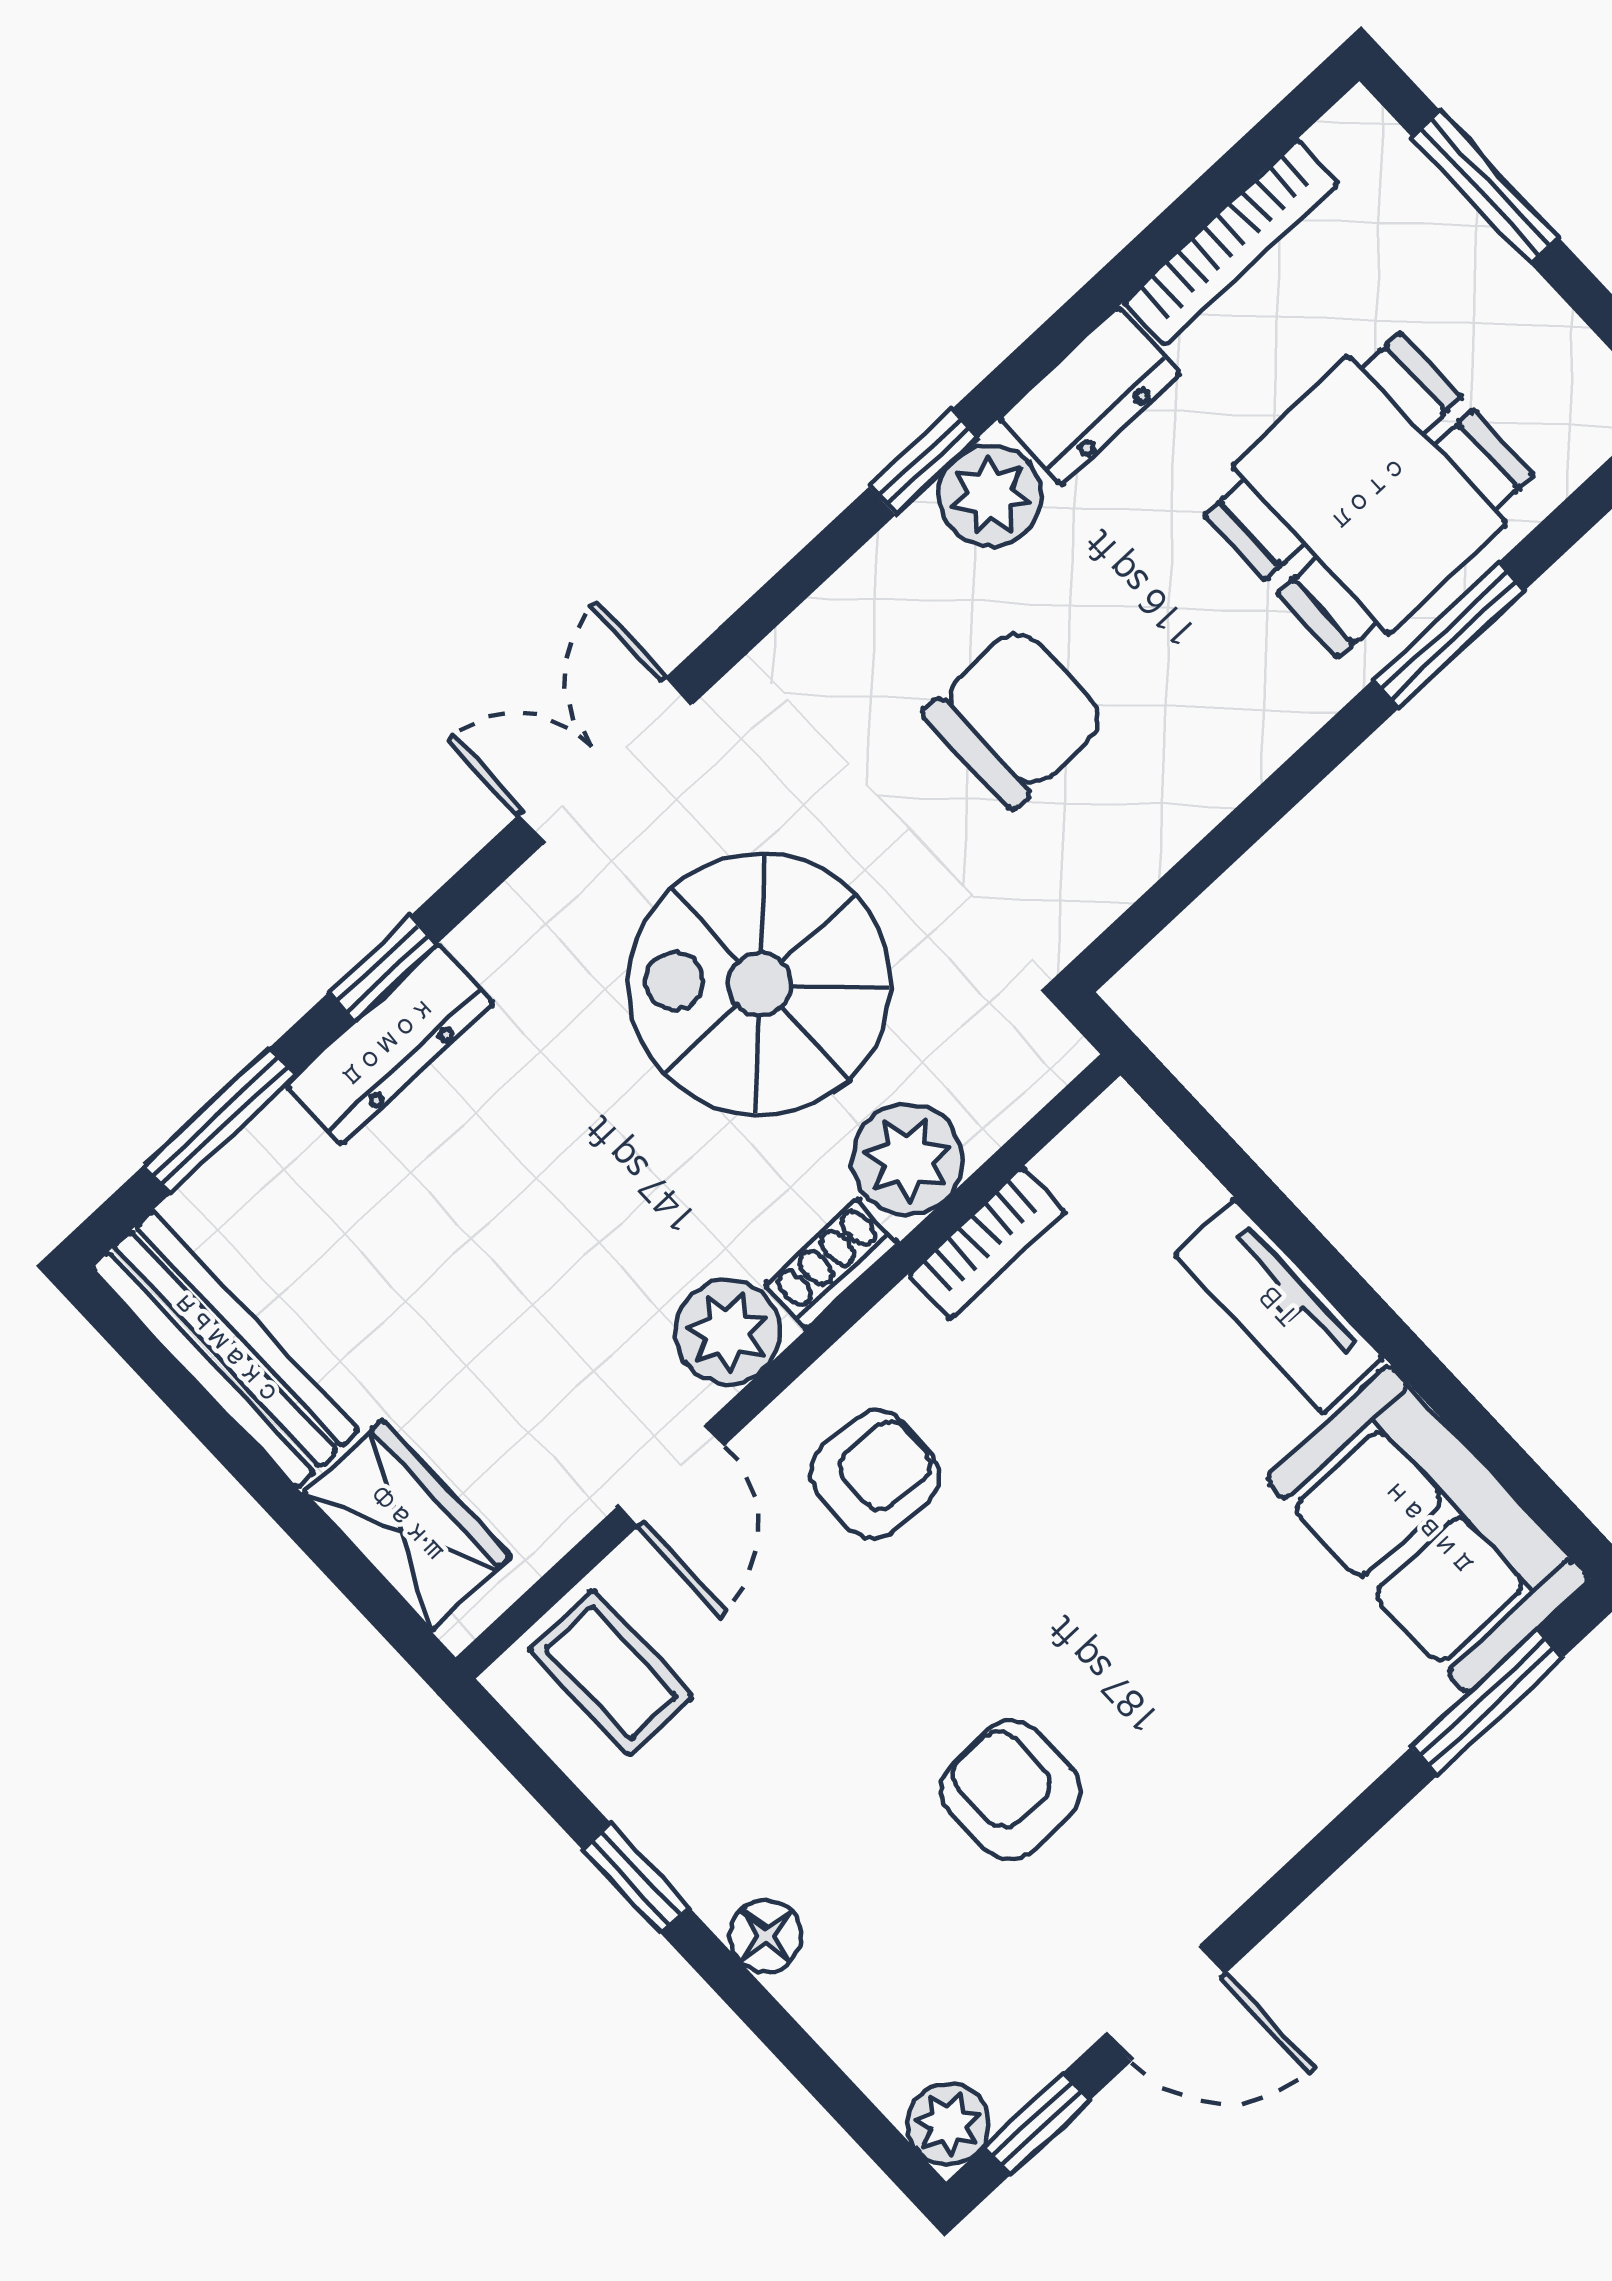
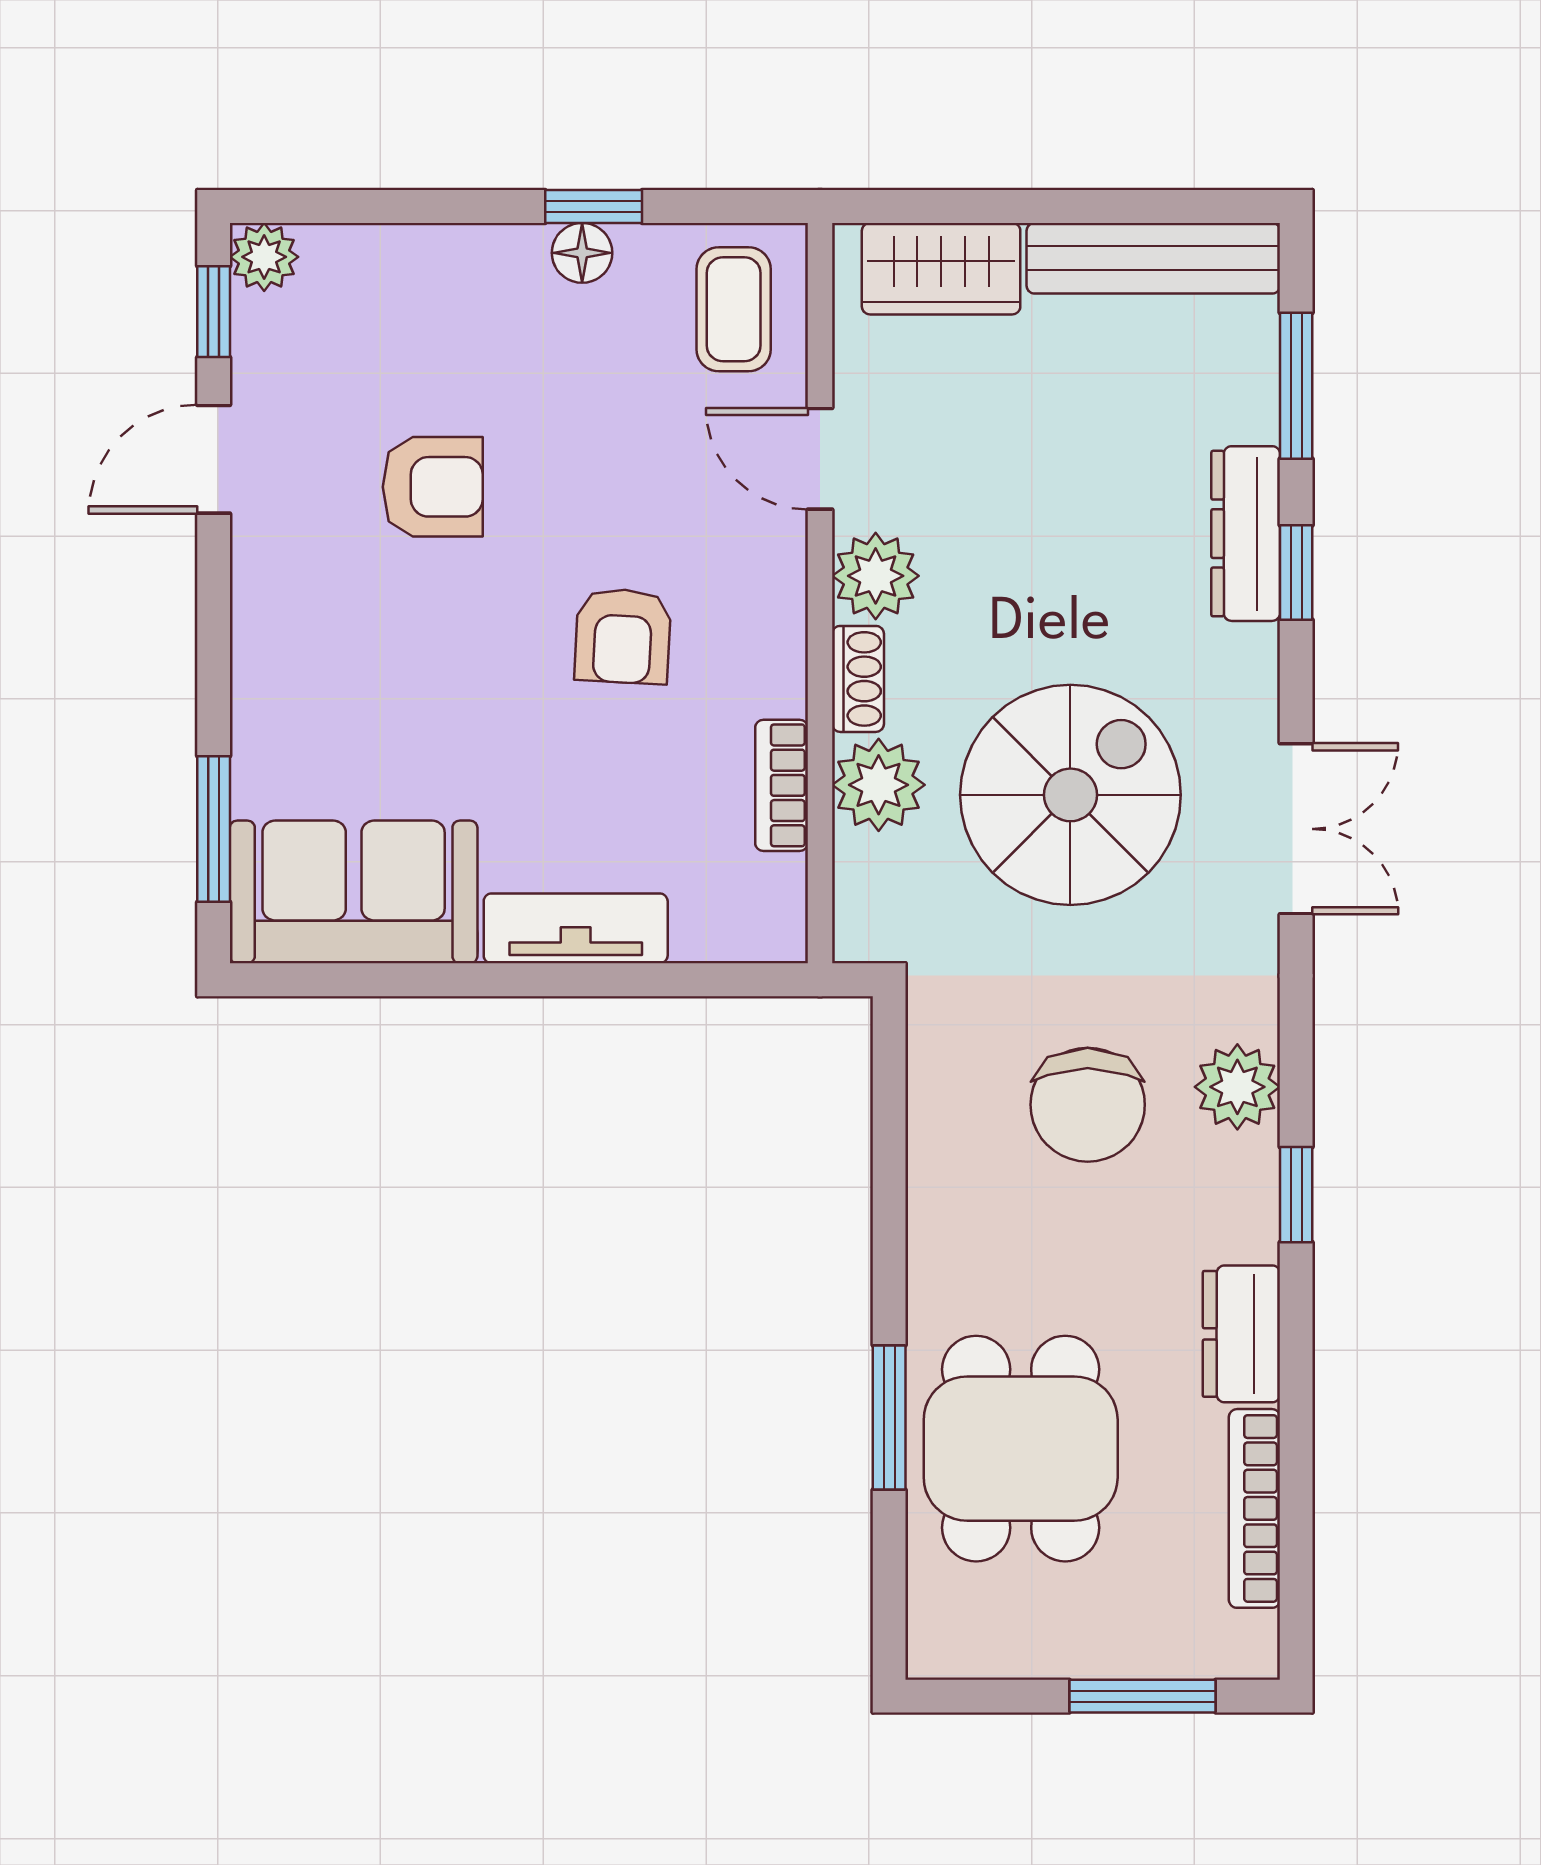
plant: (990, 496) -> (1237, 1087), moved
armchair: (875, 1474) -> (623, 636), moved
coffee table: (611, 1673) -> (734, 309), turned 90
floor lamp: (766, 1936) -> (582, 253), moved

